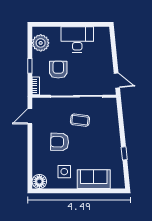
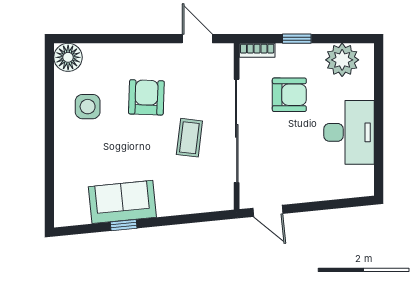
door: (117, 80) -> (268, 211), hinge flipped
sofa: (94, 179) -> (122, 202), moved, turned -96

